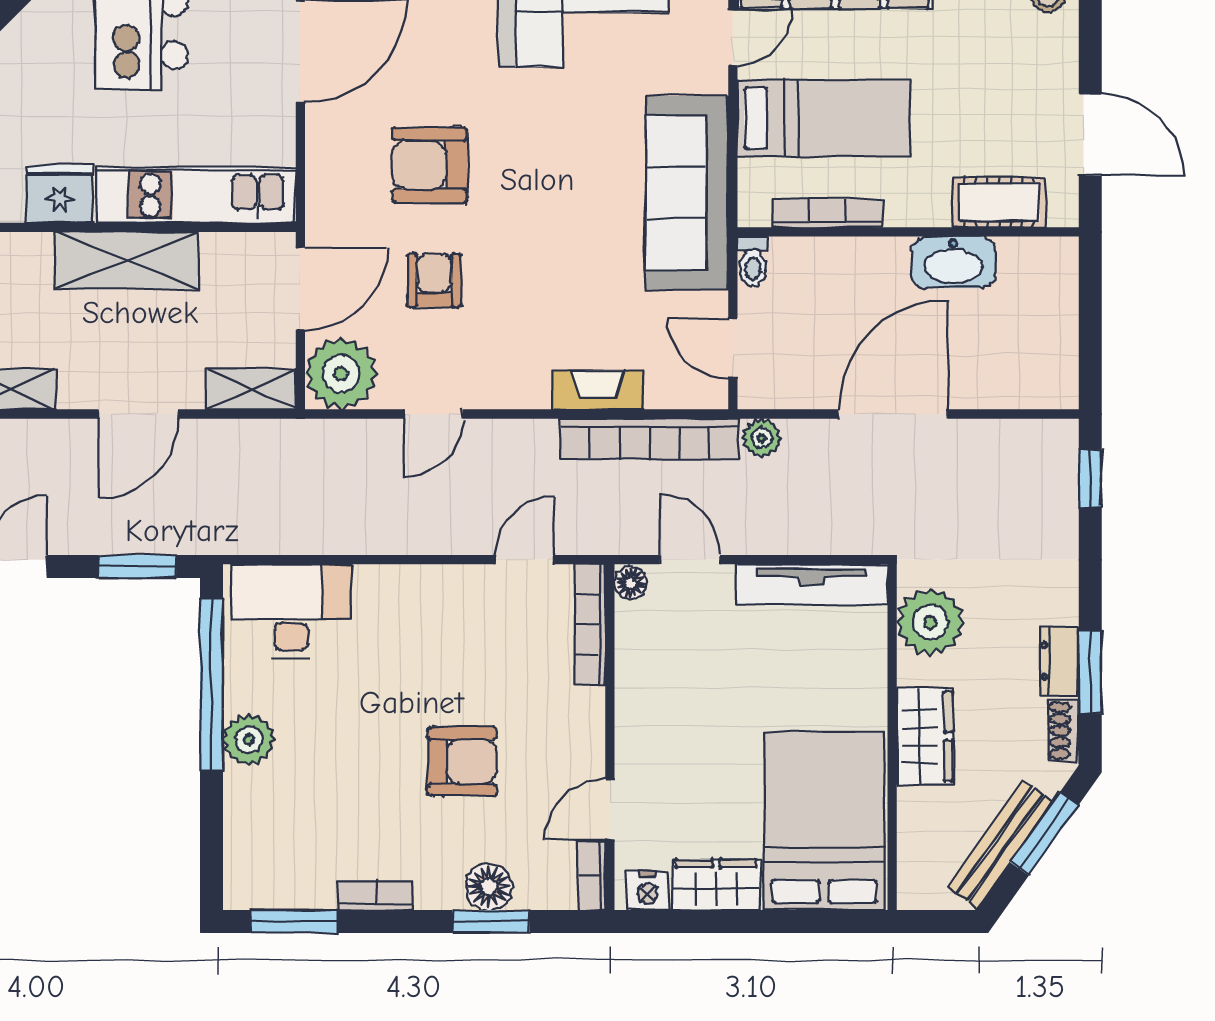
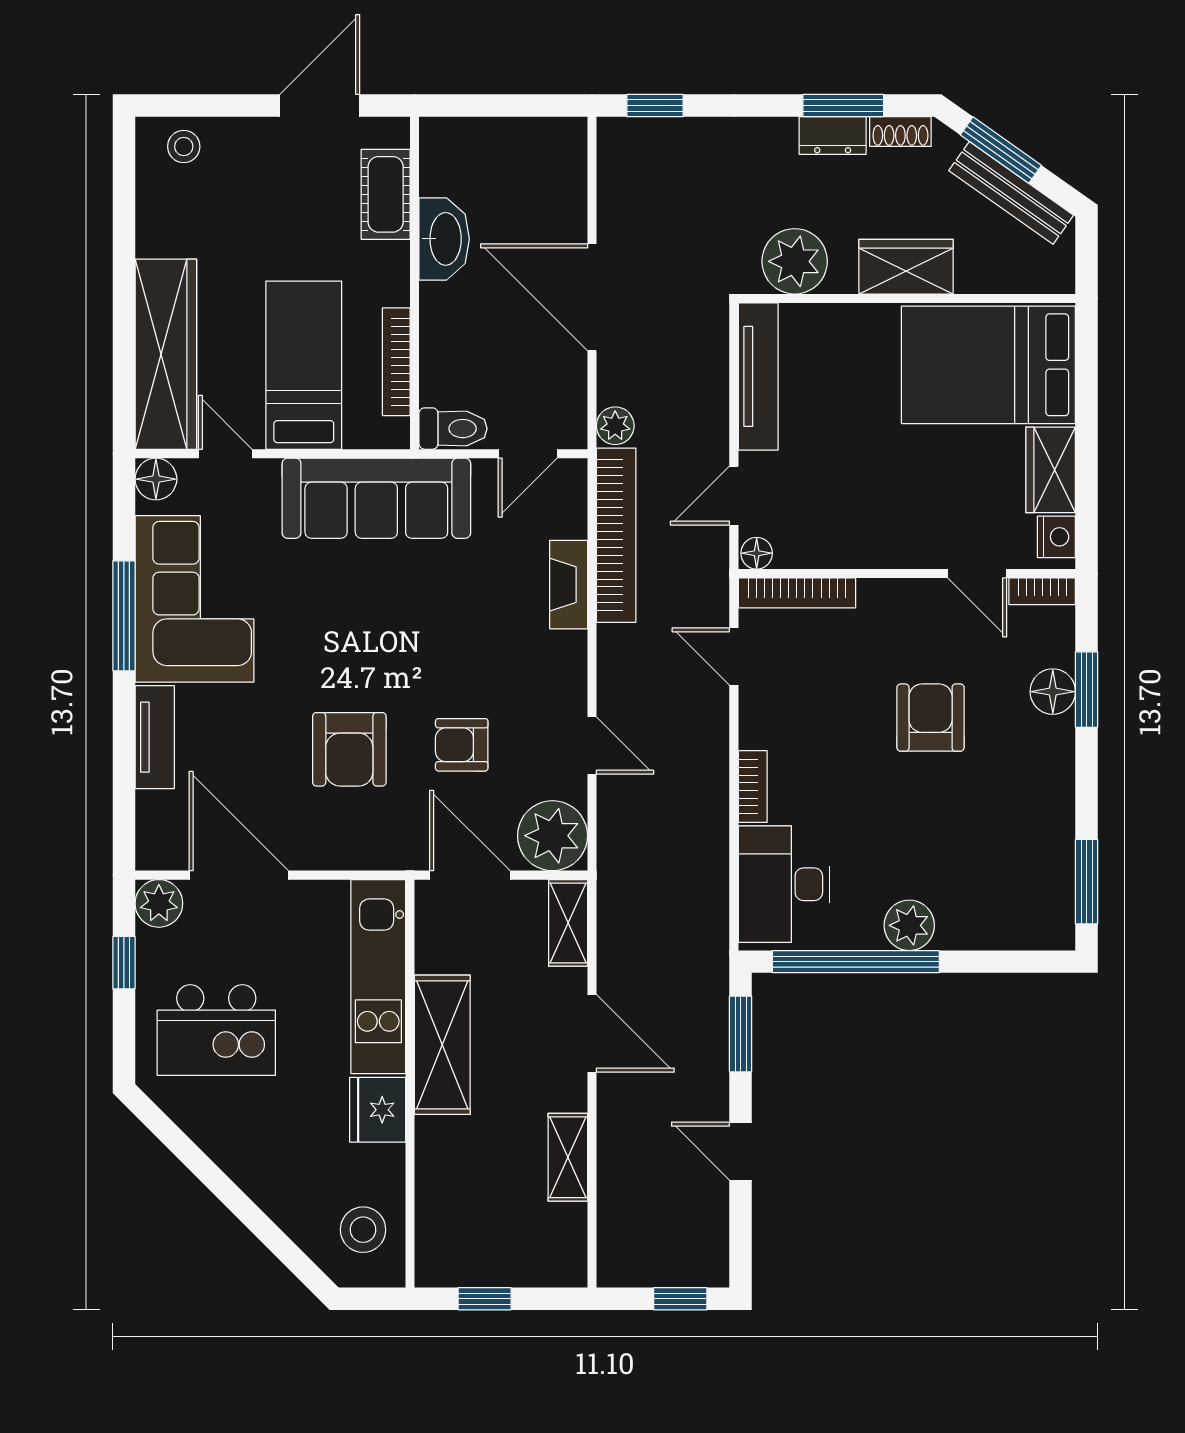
toilet: (753, 262) -> (453, 429), width x1.37, depth x1.39
bookcase: (375, 895) -> (753, 787), moved, turned 180

